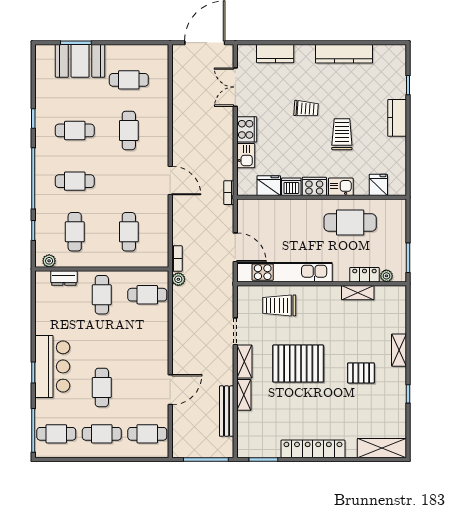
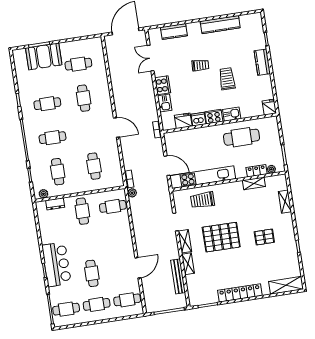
fridge: (378, 185) -> (269, 107), moved
shelving: (399, 350) -> (285, 202), moved

